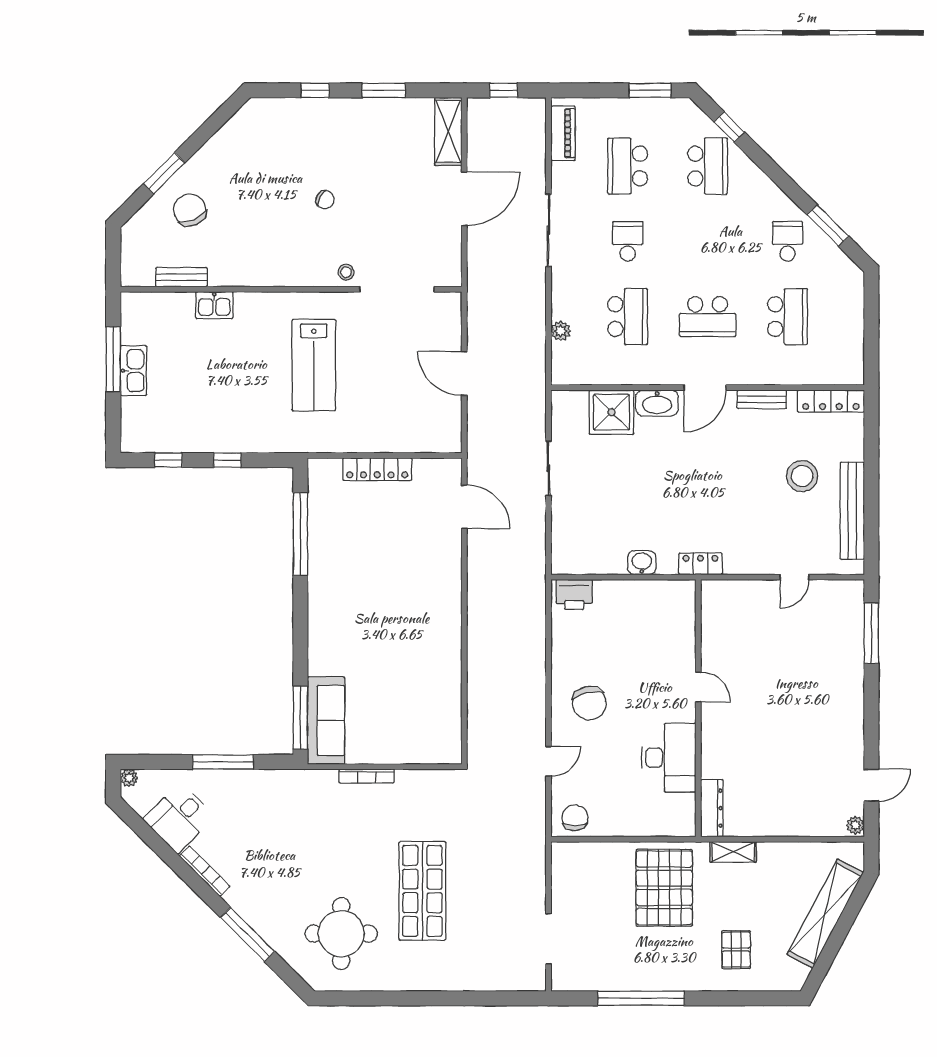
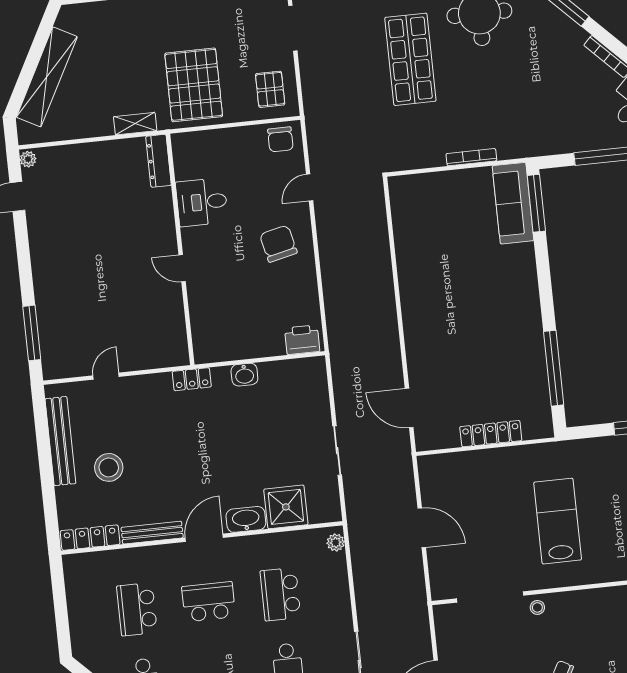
plant: (561, 331) -> (336, 542), moved
bench: (762, 399) -> (152, 533), width x1.36
desk: (669, 758) -> (202, 202), width x0.73
pallet: (736, 950) -> (270, 89), moved

